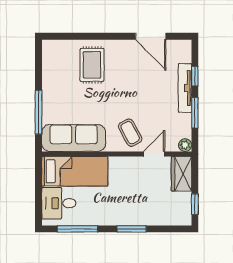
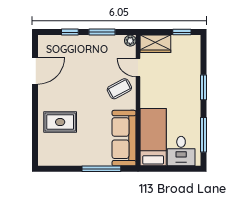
tv unit: (185, 88) -> (80, 41), removed

